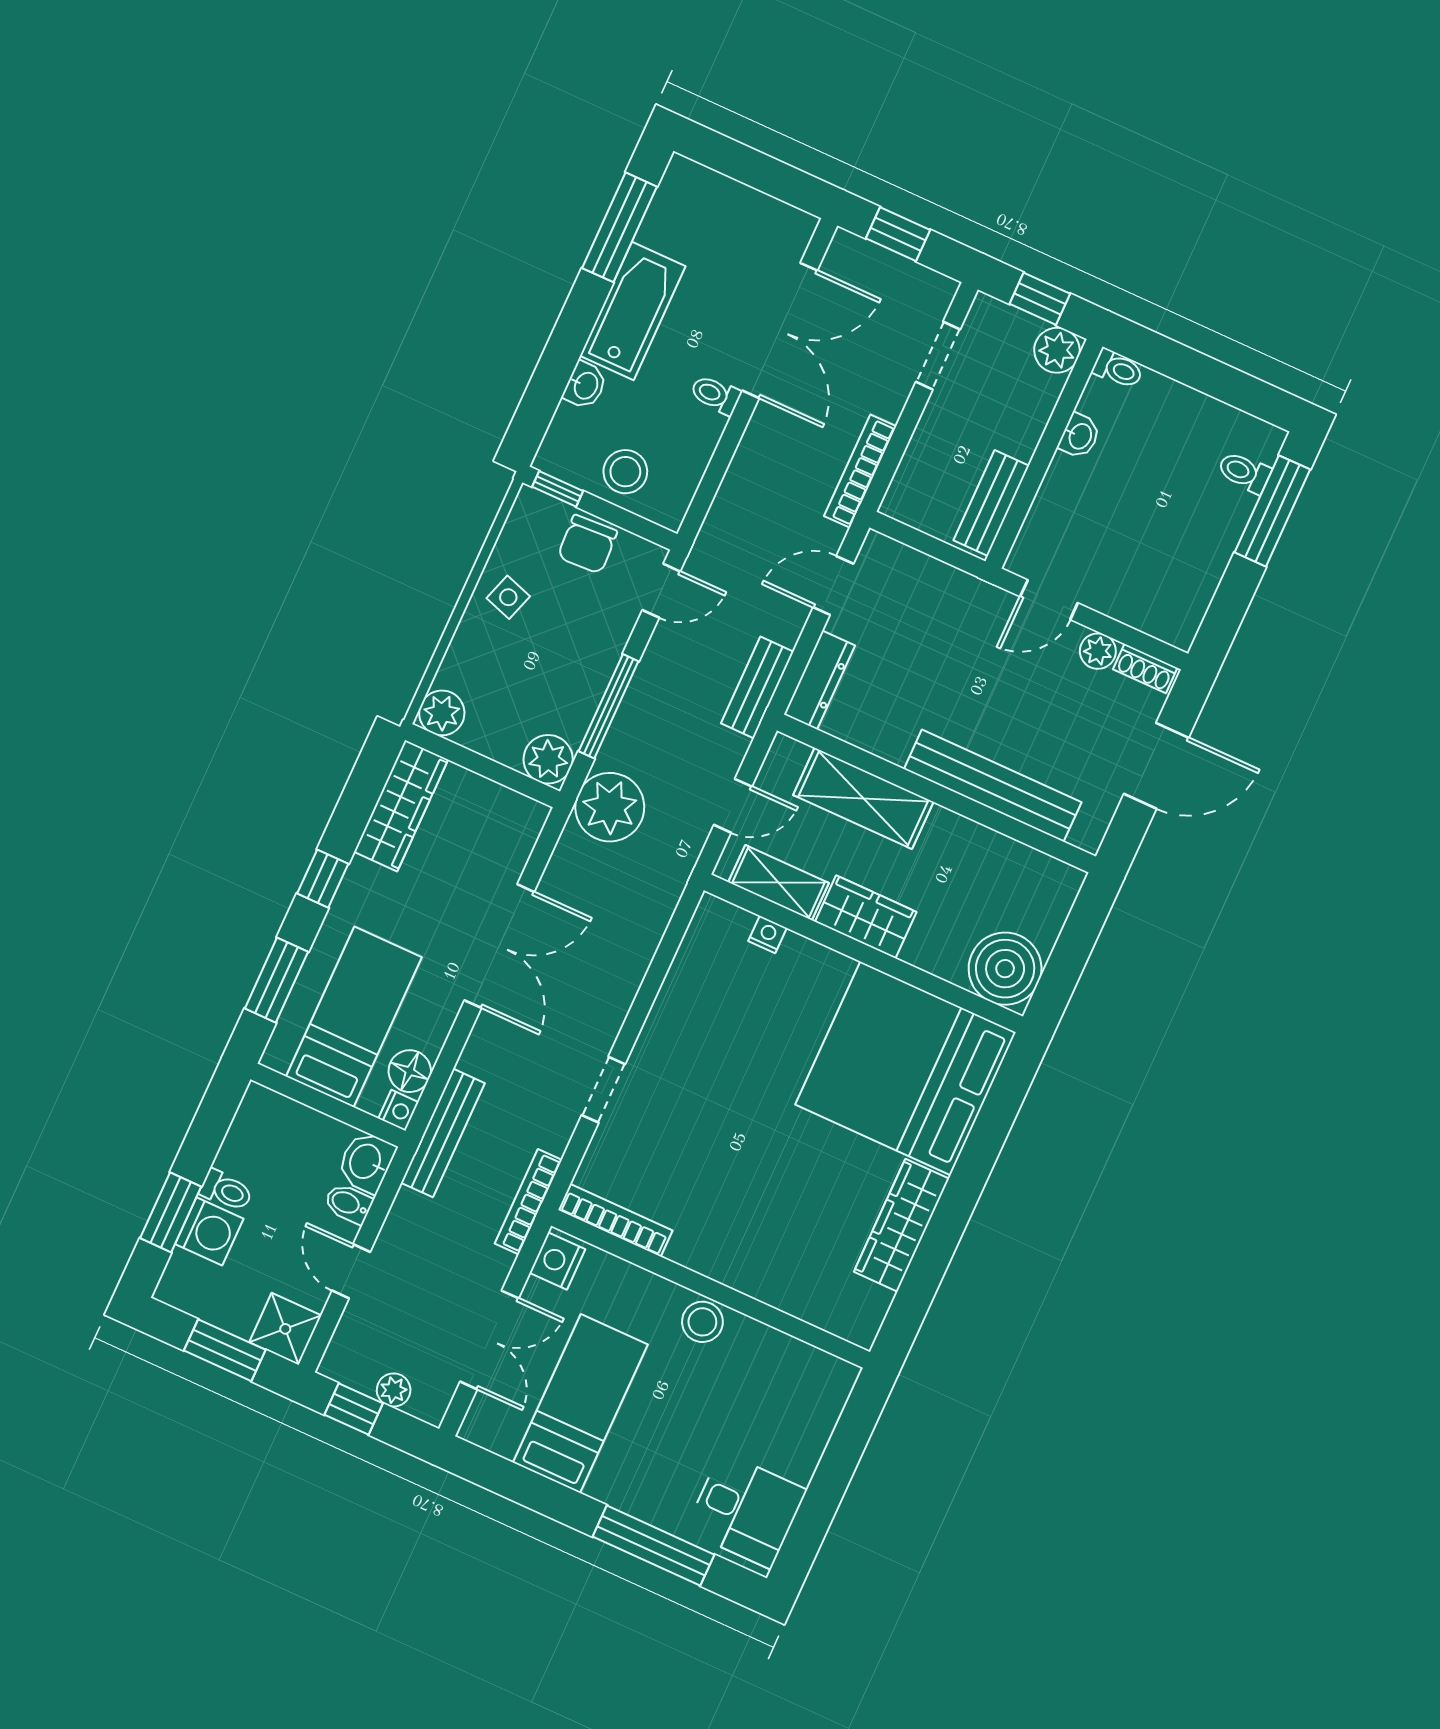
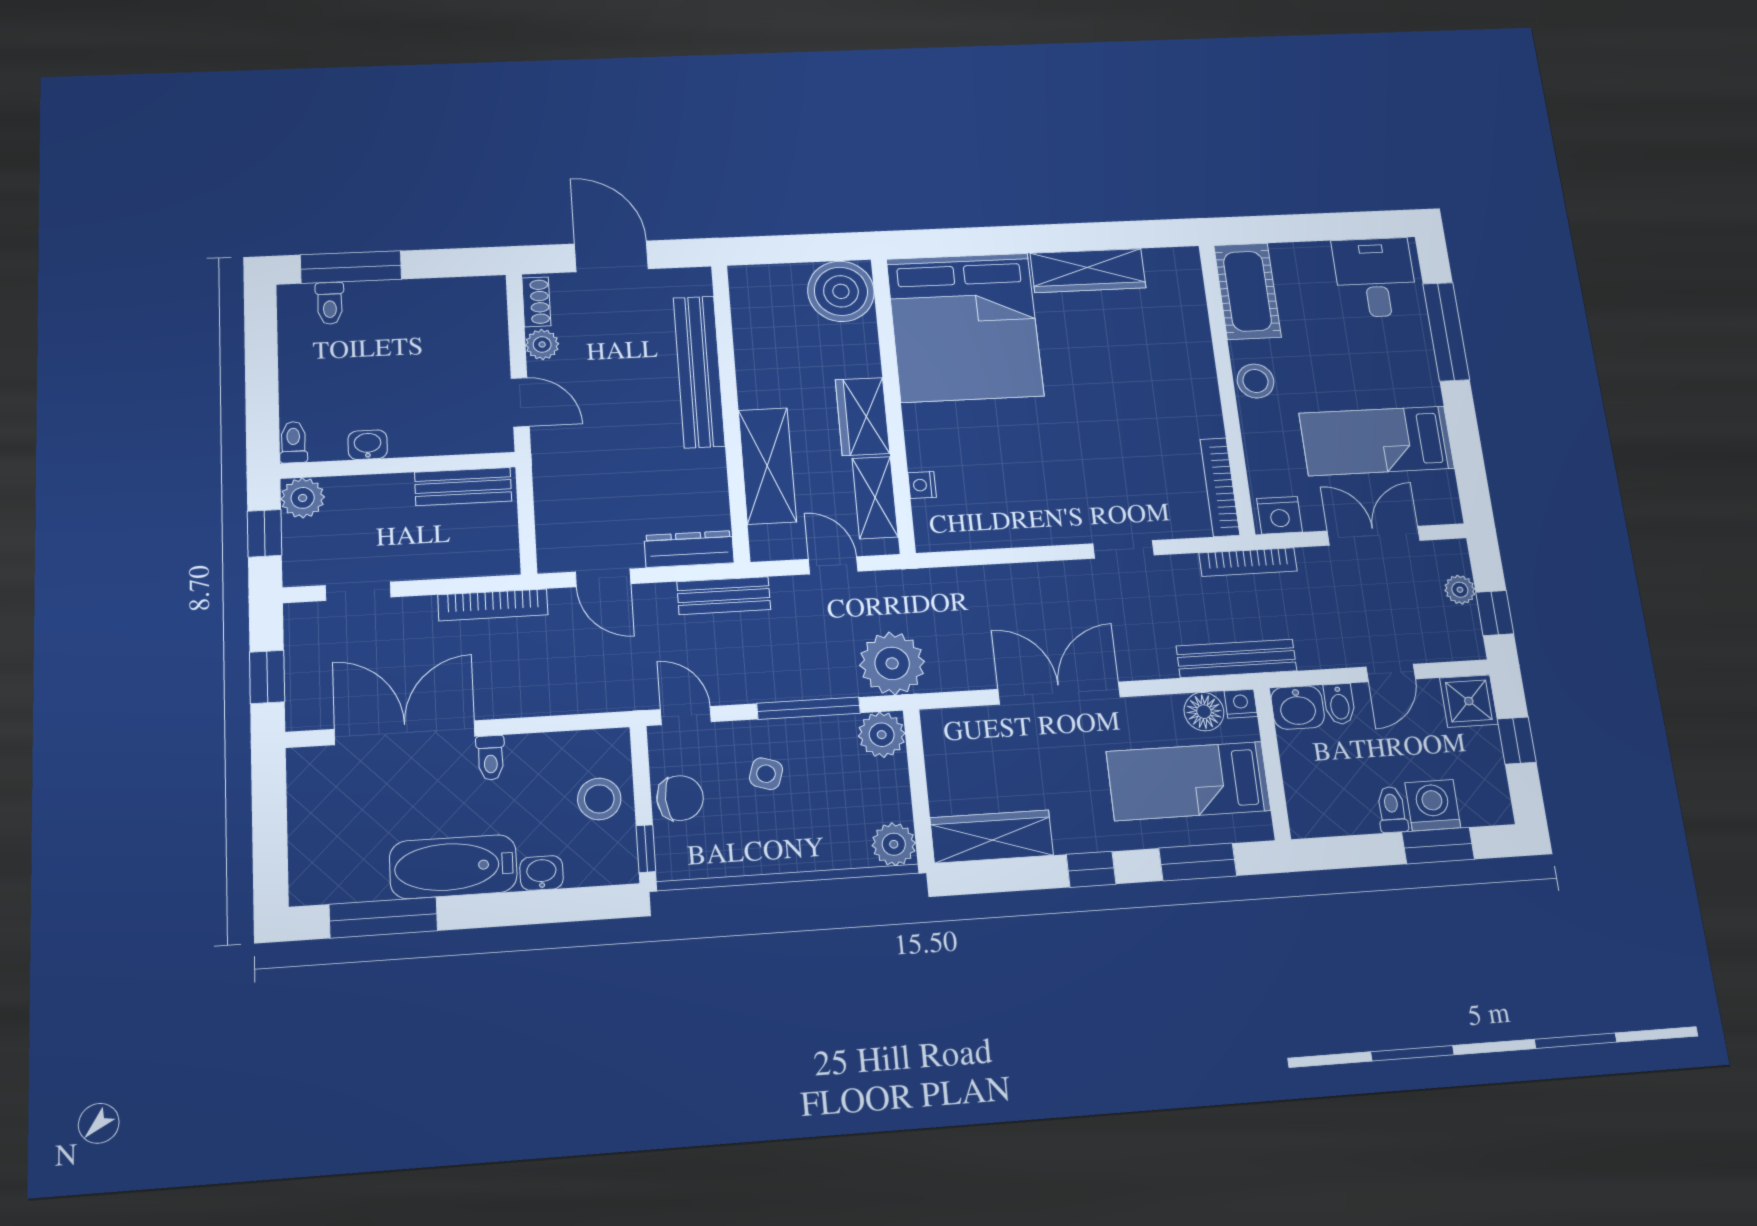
side table: (508, 597) -> (766, 774), moved
window: (225, 1350) -> (1517, 741), width x0.67
cot: (798, 1372) -> (1247, 291), added

